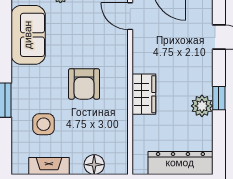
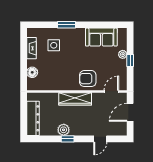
armchair: (84, 84) -> (88, 79), moved
wardrobe: (144, 94) -> (75, 99), width x1.50

